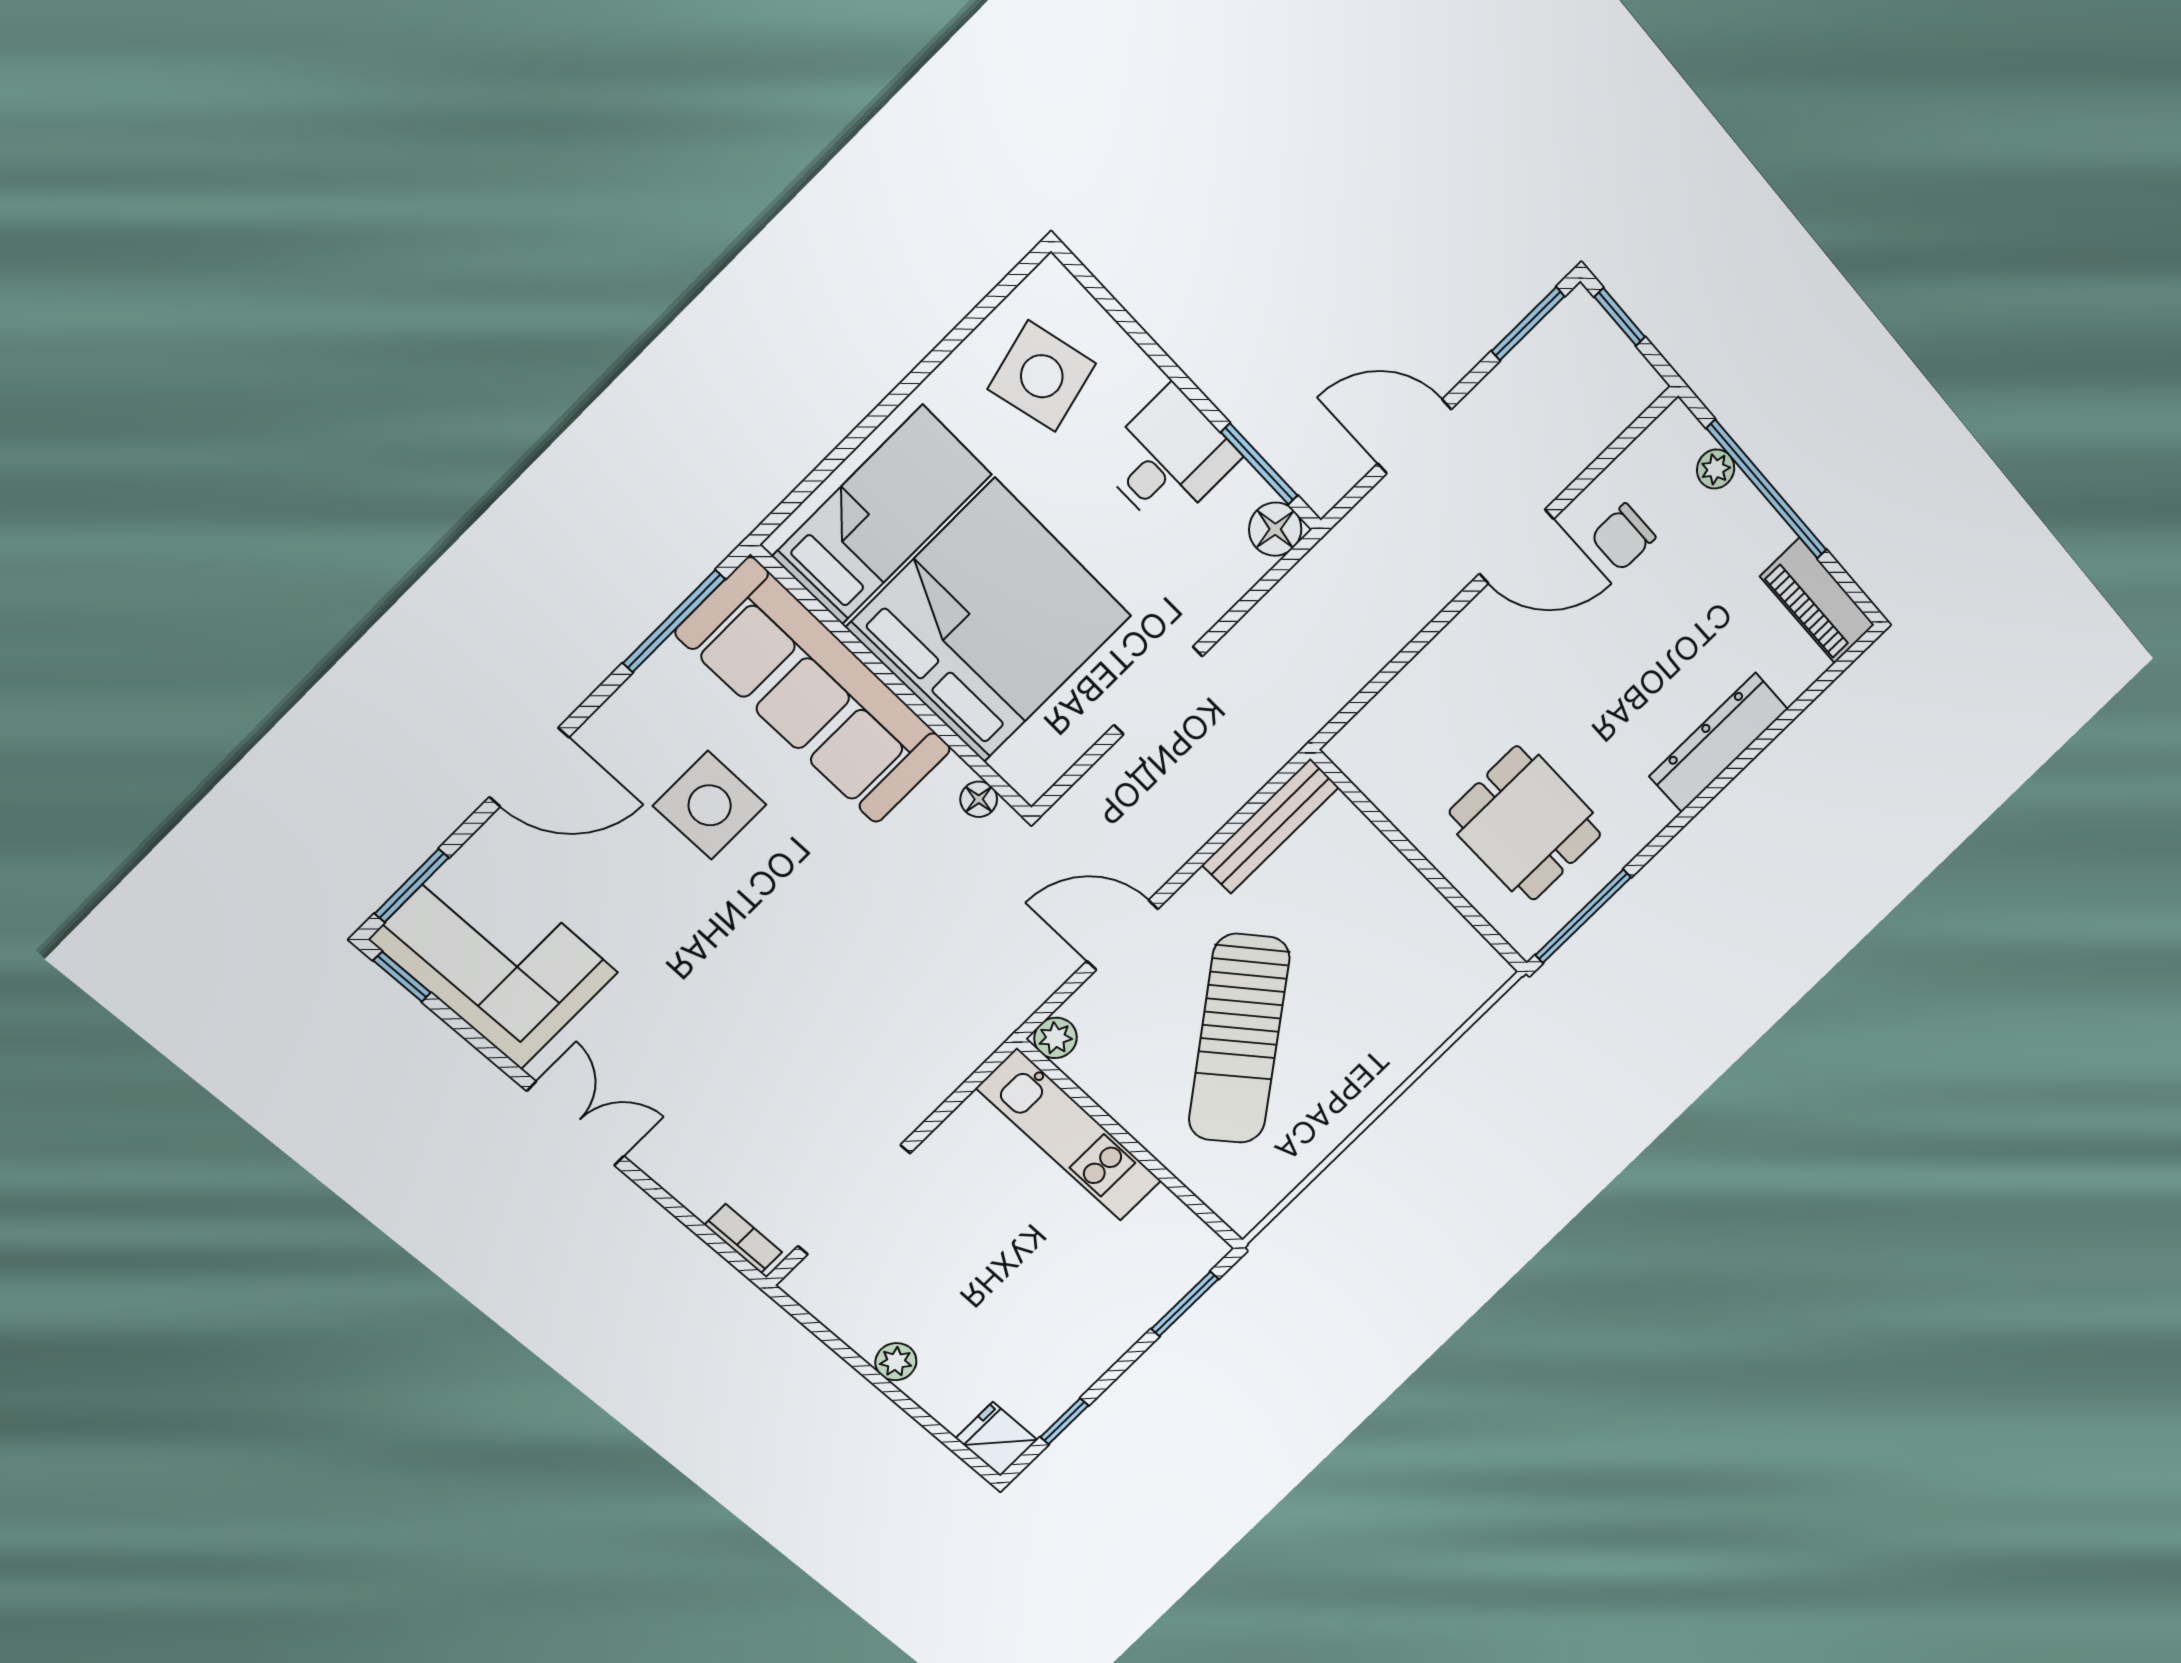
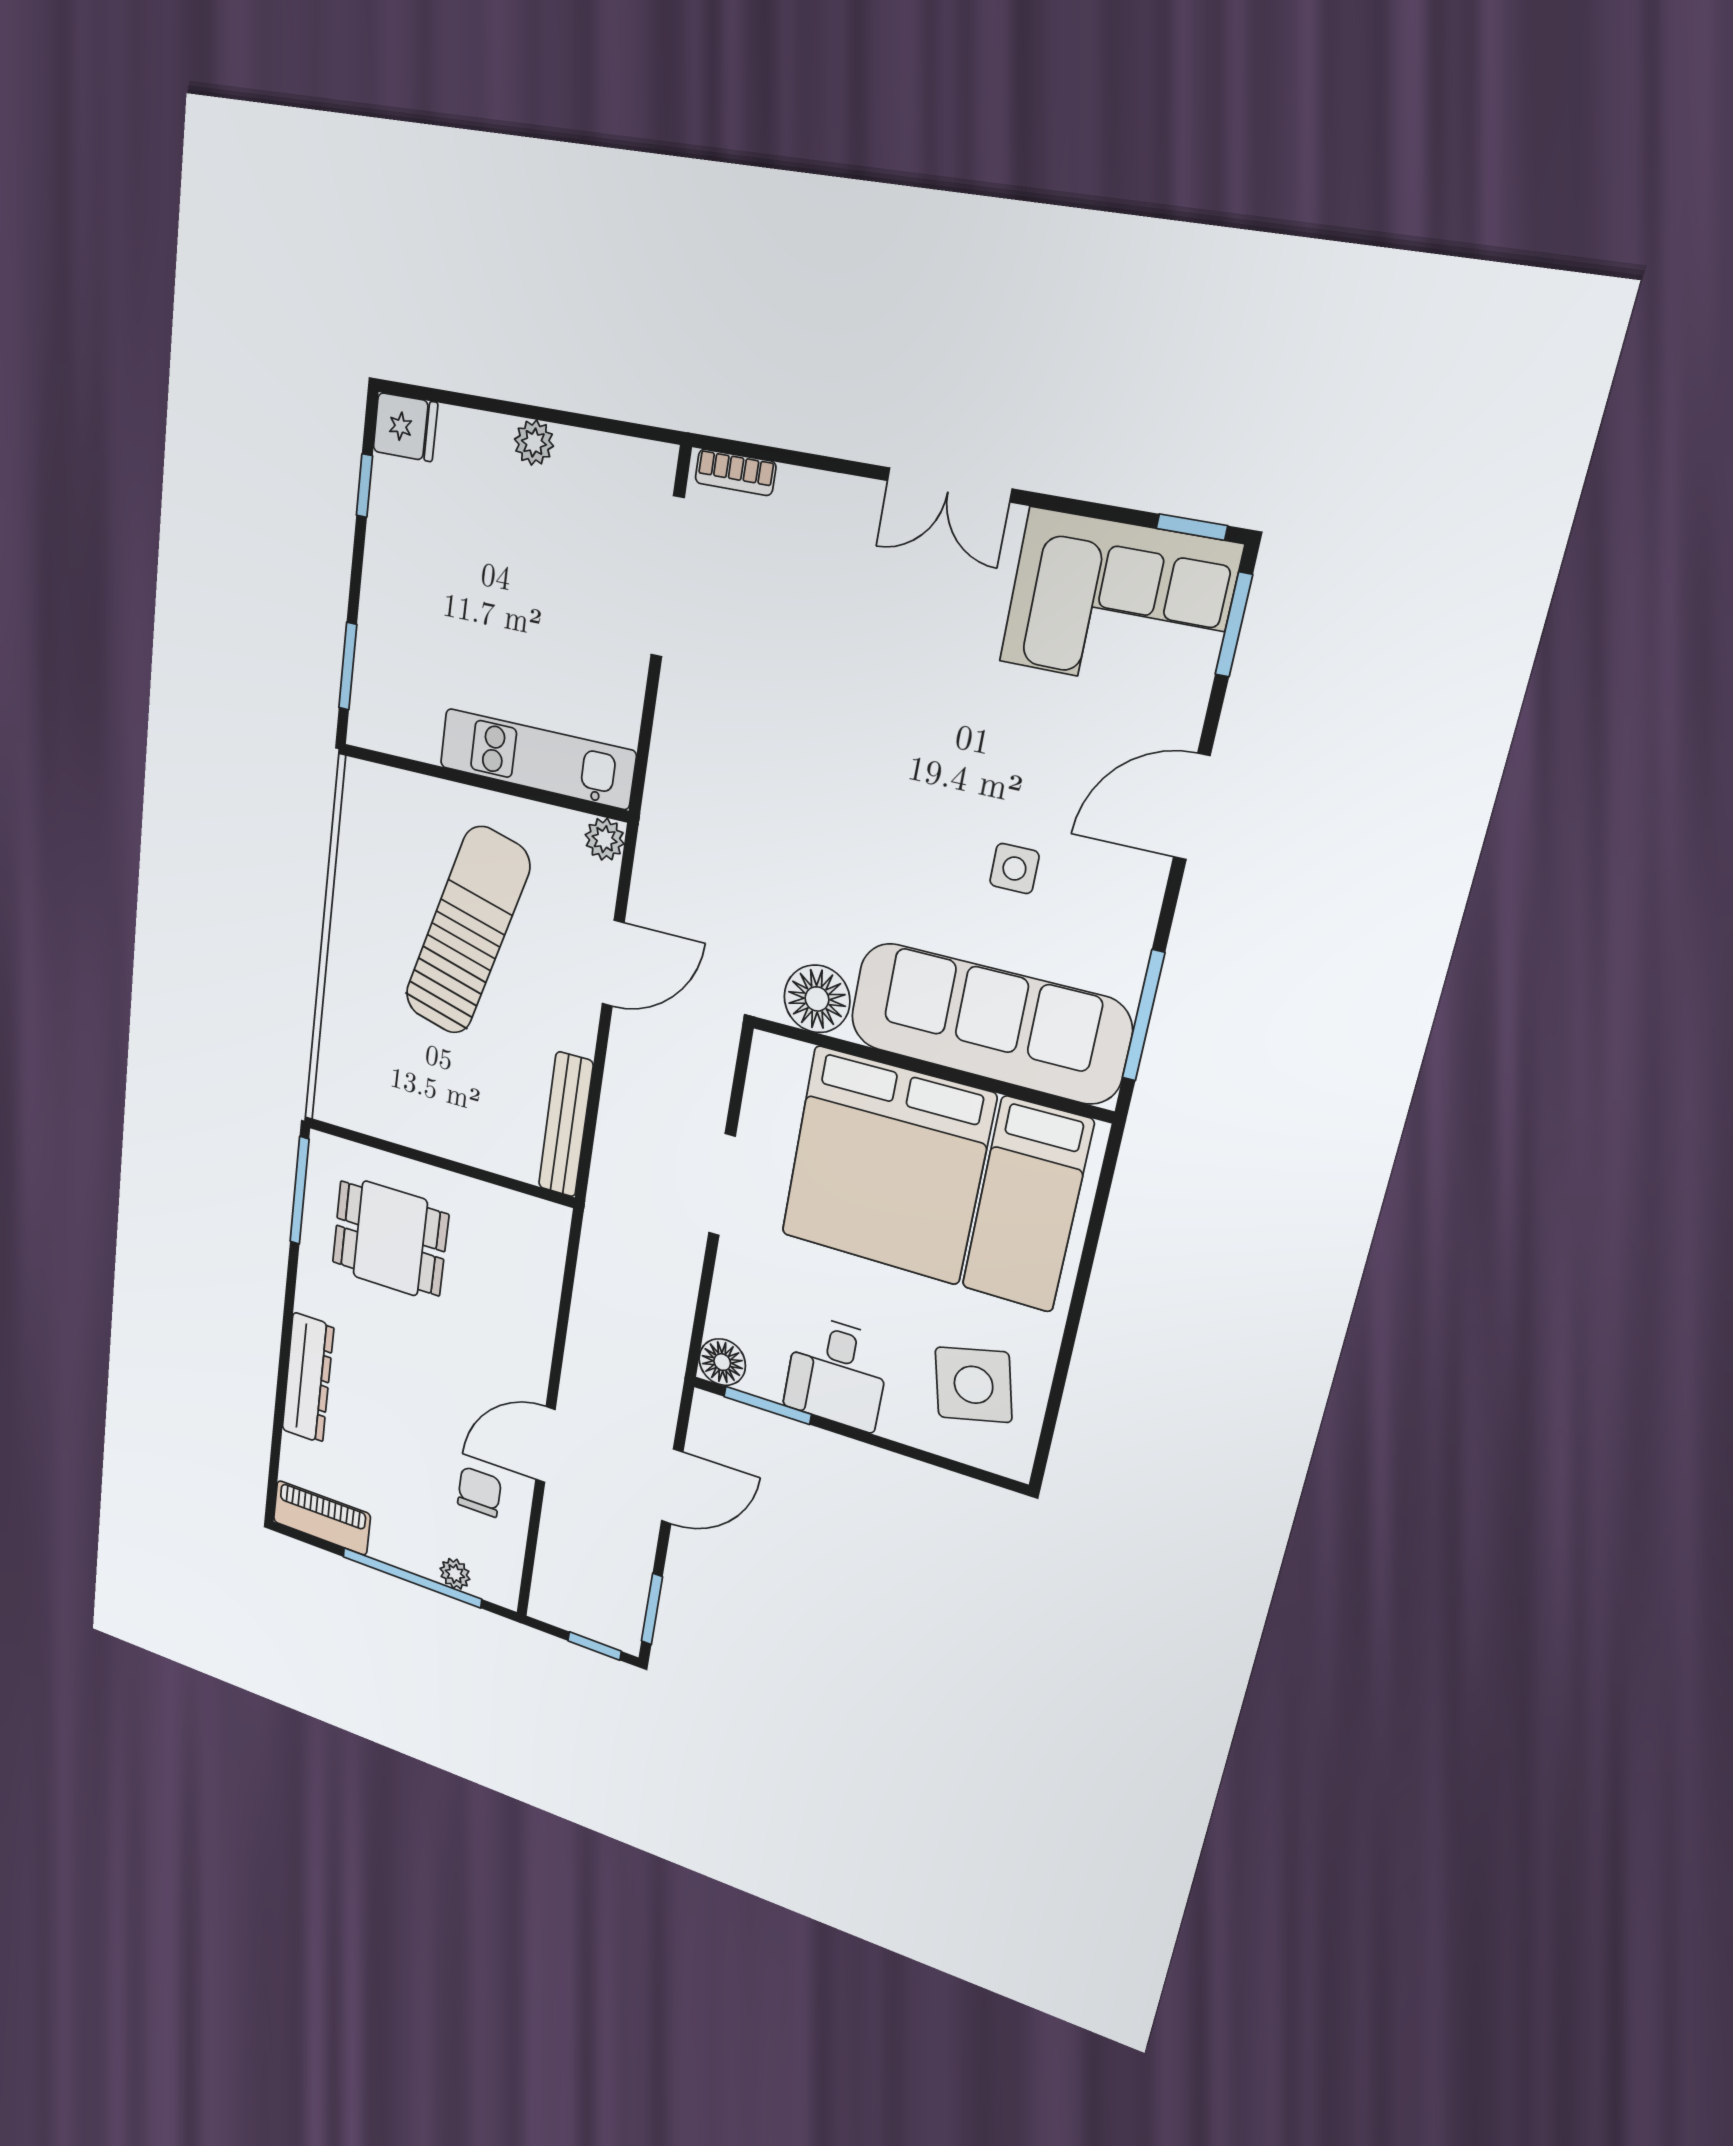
floor lamp: (979, 799) -> (817, 999), width x1.89, depth x1.89
side table: (710, 805) -> (1014, 868), width x0.54, depth x0.54
sun lounger: (1239, 1039) -> (467, 931), turned 53

